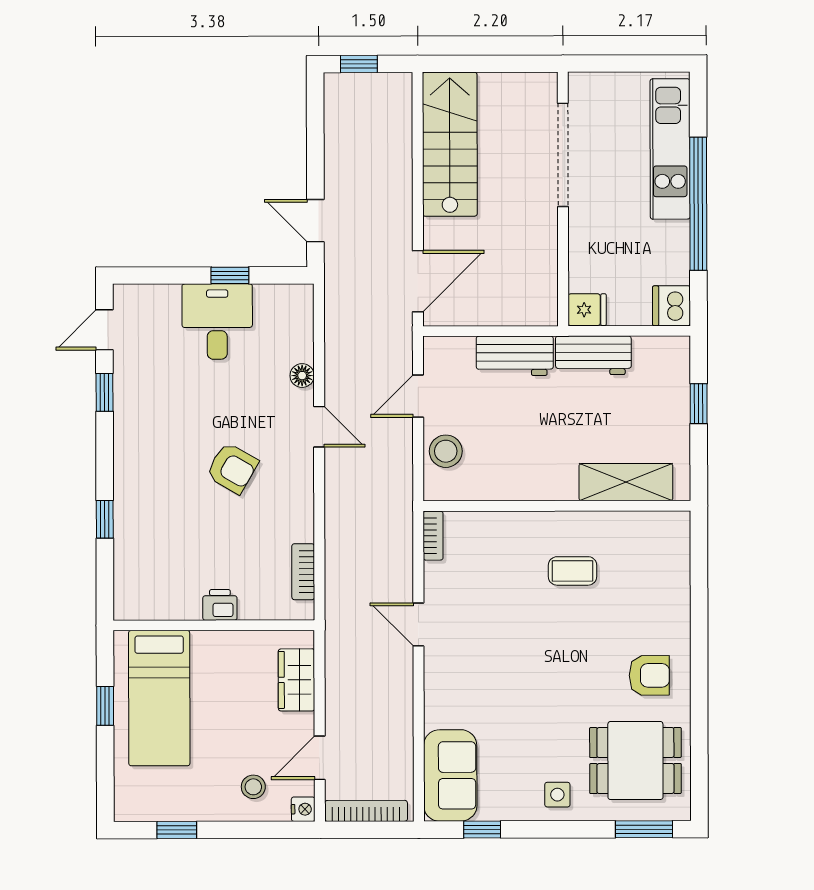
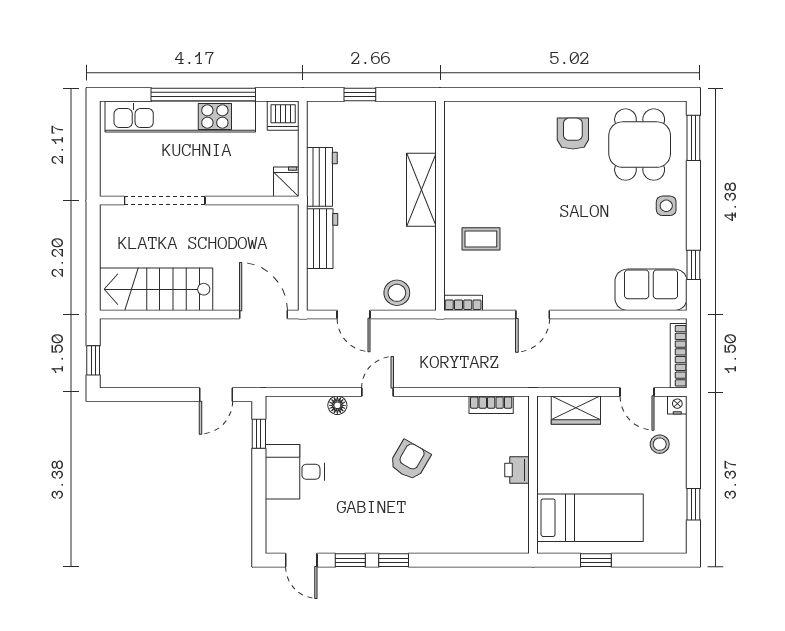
kitchen unit: (670, 149) -> (180, 117), width x1.36
window: (230, 275) -> (259, 434), moved
shelving: (626, 482) -> (421, 190), moved
window: (105, 519) -> (394, 560), moved
coffee table: (572, 571) -> (481, 239), moved, turned 90

